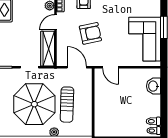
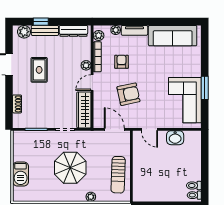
washbasin: (153, 86) -> (175, 138), moved, turned -90
parasol: (34, 104) -> (70, 168), width x0.73, depth x0.73
sun lounger: (67, 105) -> (118, 175), moved

